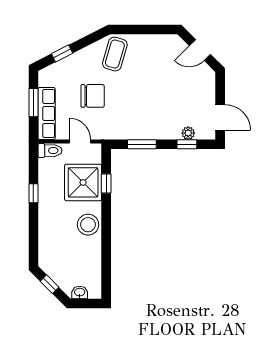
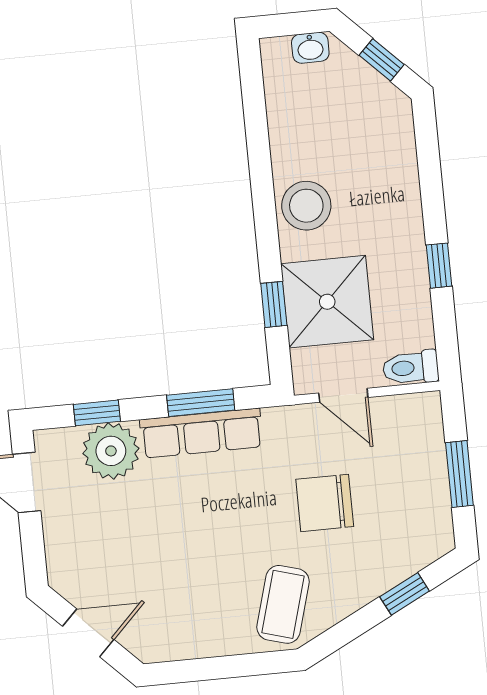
row of seats: (47, 114) -> (201, 433), moved, turned -90
plant: (188, 133) -> (111, 451), width x1.87, depth x1.87

